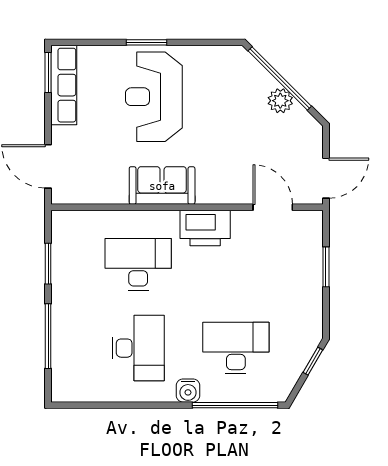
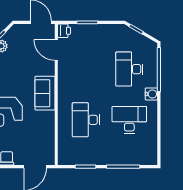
sofa: (162, 186) -> (45, 93), moved
door: (273, 207) -> (56, 50), hinge flipped
printer: (205, 228) -> (64, 31), moved, width x0.53, depth x0.68

